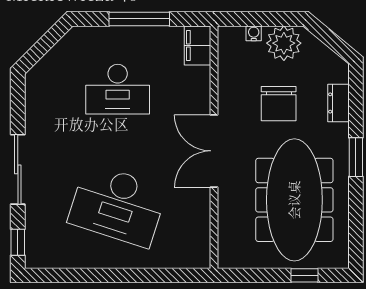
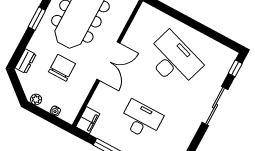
plant: (284, 43) -> (36, 99), width x0.53, depth x0.53
dresser: (338, 103) -> (26, 61), moved

